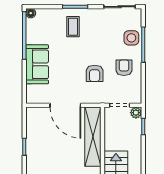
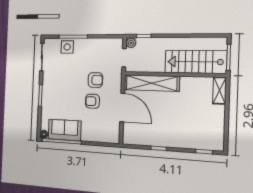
coffee table: (73, 27) -> (56, 98), removed
sofa: (37, 64) -> (65, 130), moved
armchair: (124, 68) -> (92, 101), moved
door: (65, 105) -> (122, 108), hinge flipped

